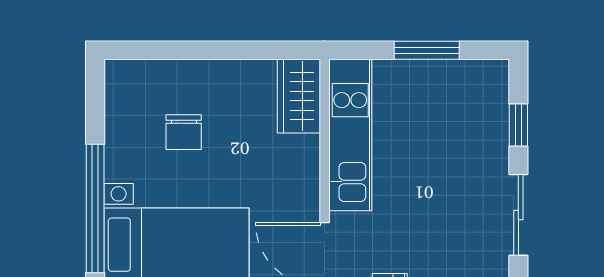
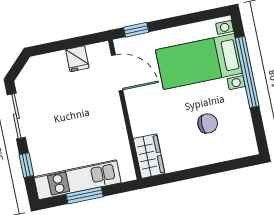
chair: (184, 132) -> (208, 123), turned 90
kitchen unit: (350, 135) -> (78, 180), moved, turned 90

